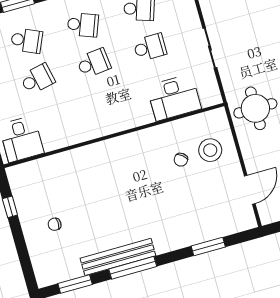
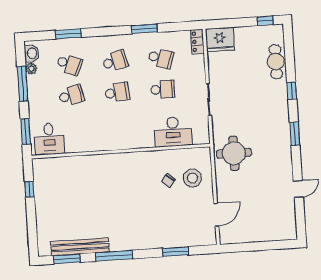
school desk: (83, 25) -> (115, 61), turned -36
chair: (55, 224) -> (61, 210), removed
bench: (118, 257) -> (80, 247), moved

